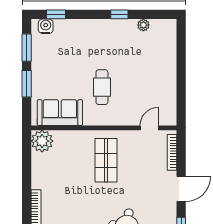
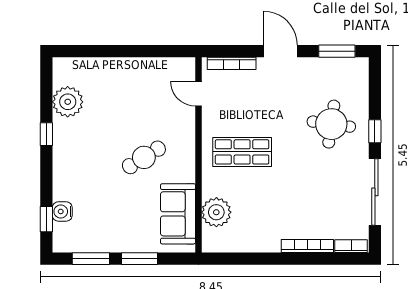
plant: (143, 25) -> (68, 102), width x1.88, depth x1.88
water cooler: (46, 26) -> (62, 211), moved
cafe table: (102, 87) -> (144, 157), turned -32
plant: (42, 141) -> (216, 212), moved

